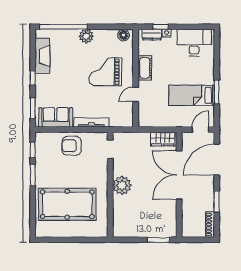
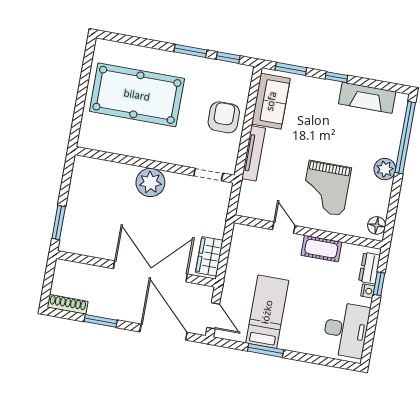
grand piano: (105, 72) -> (326, 188), turned 180
pool table: (67, 204) -> (137, 95), turned 90

